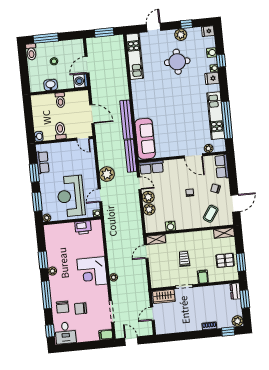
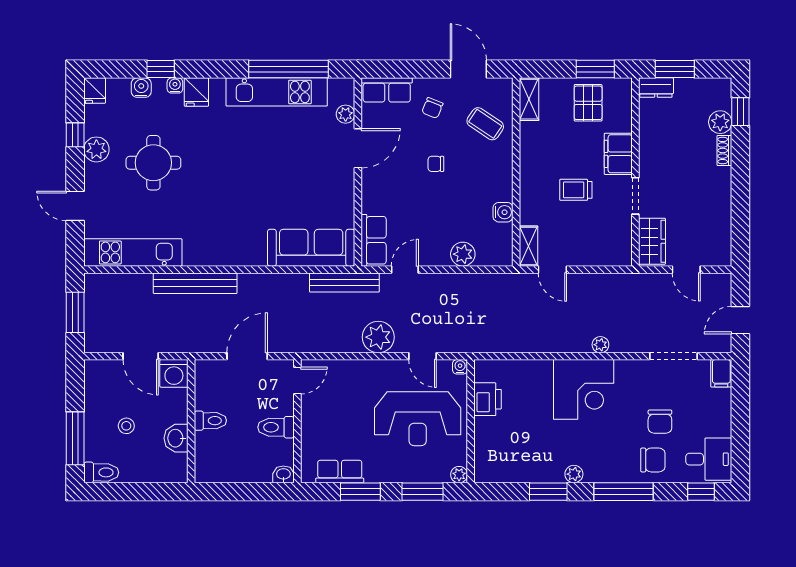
bench: (127, 120) -> (195, 283), moved
plant: (148, 197) -> (436, 254), removed
filing cabinet: (203, 277) -> (618, 154), width x2.00
plant: (237, 321) -> (720, 122), moved

